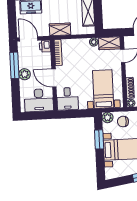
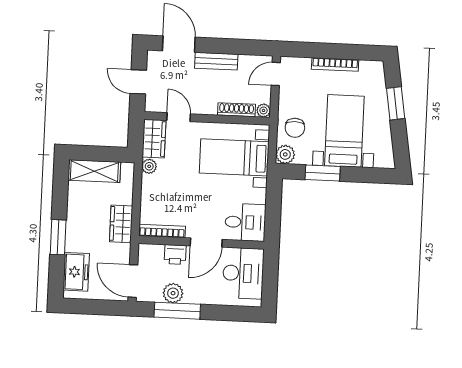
door: (29, 39) -> (133, 281), hinge flipped
printer: (45, 46) -> (175, 254), moved
plant: (25, 74) -> (173, 293), moved

